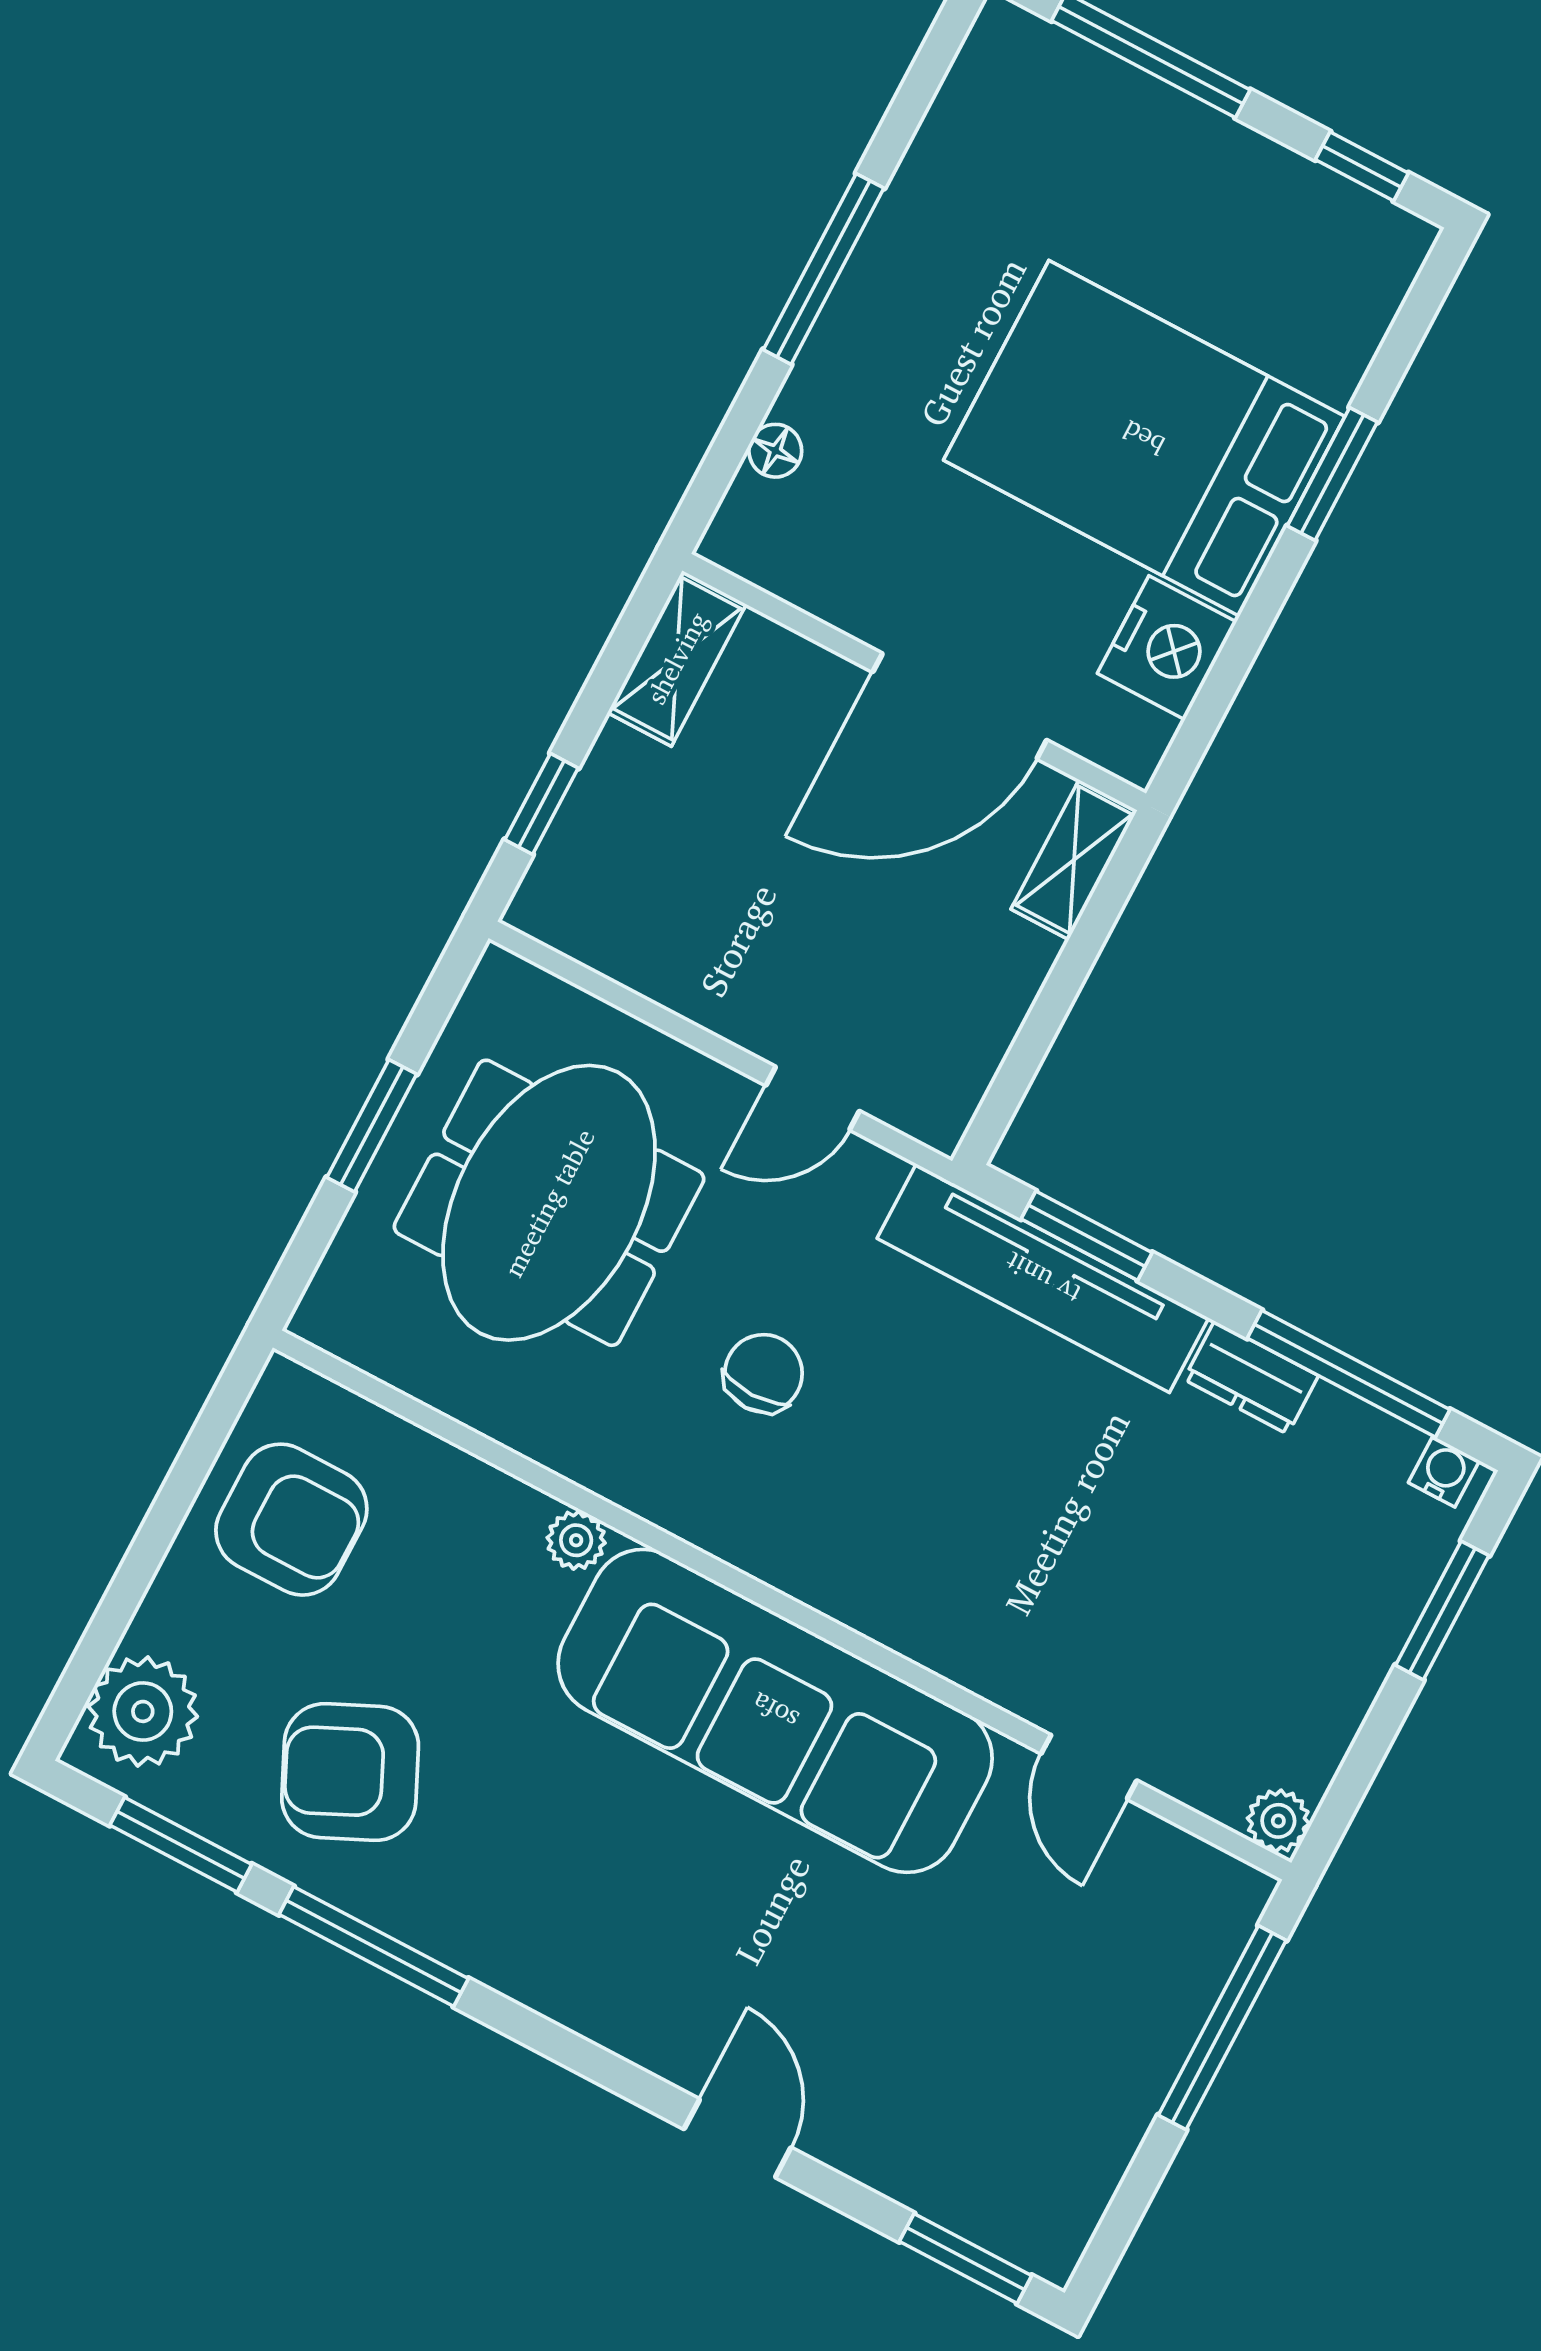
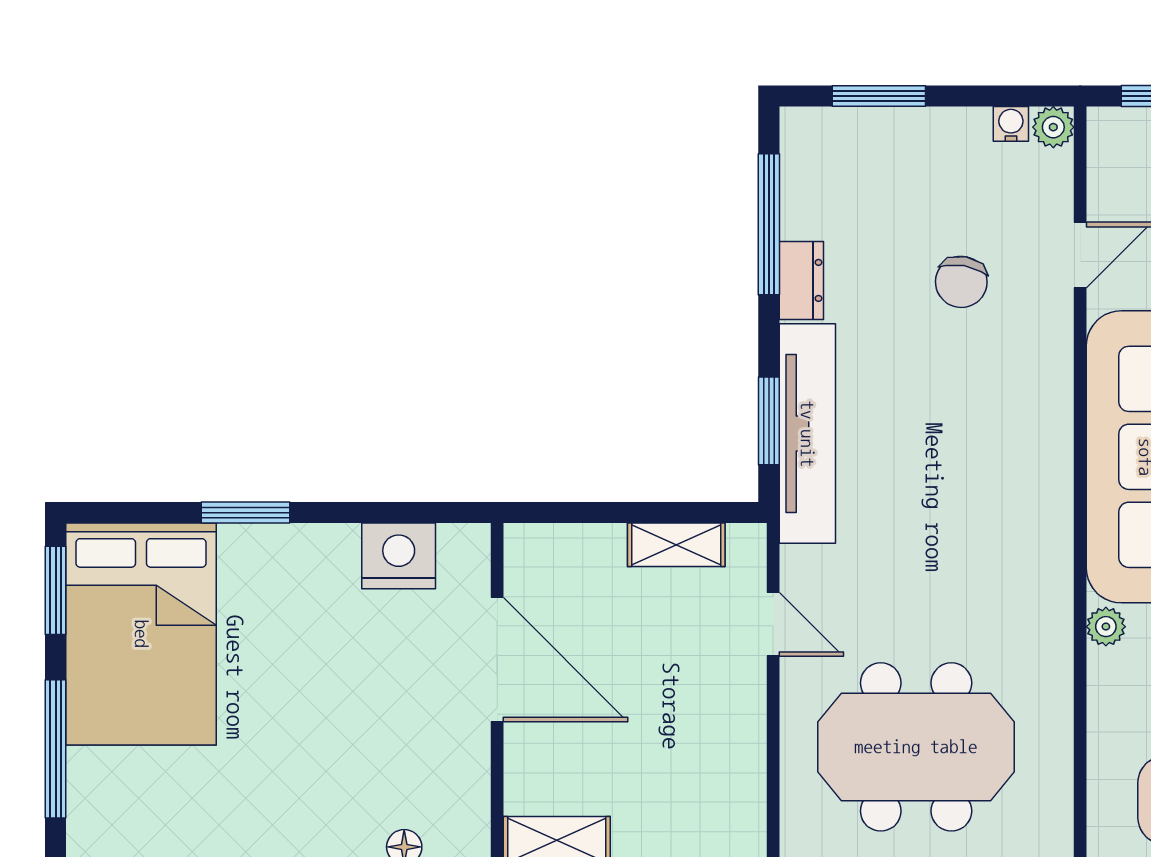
window: (1362, 166) -> (56, 590), width x1.50
bed: (1144, 438) -> (141, 634), moved
shelving: (1074, 860) -> (676, 545), moved
chair: (763, 1373) -> (961, 282), moved, turned -80
water cooler: (1444, 1472) -> (1011, 124), moved, turned 90

